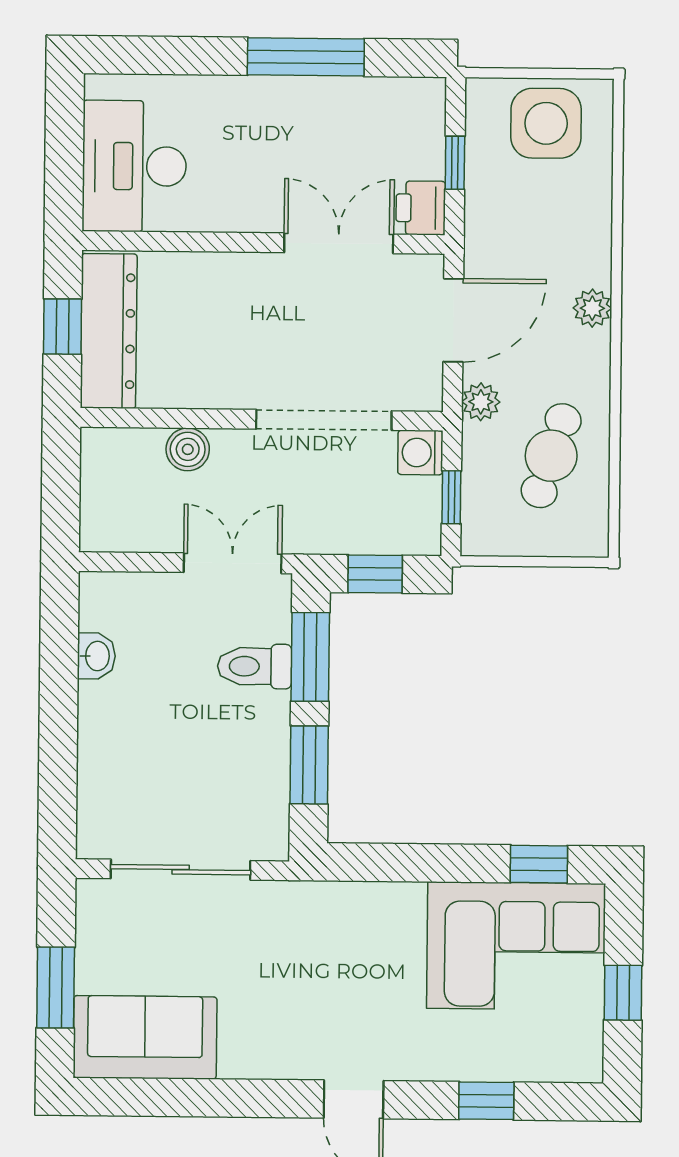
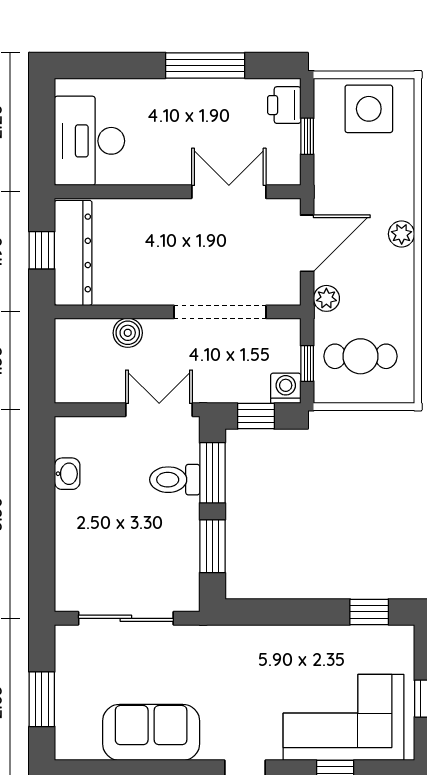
printer: (421, 208) -> (284, 105), moved
washing machine: (420, 453) -> (286, 388), moved, turned 90
cafe table: (551, 456) -> (360, 356), moved, turned 72
corner sofa: (516, 946) -> (344, 717), moved, turned 180
sofa: (145, 1037) -> (151, 732), moved

